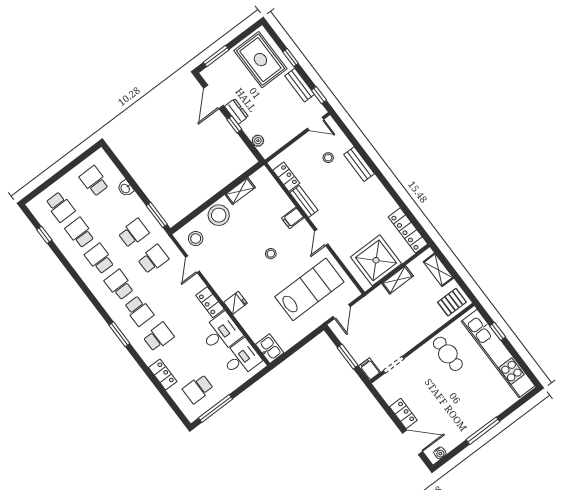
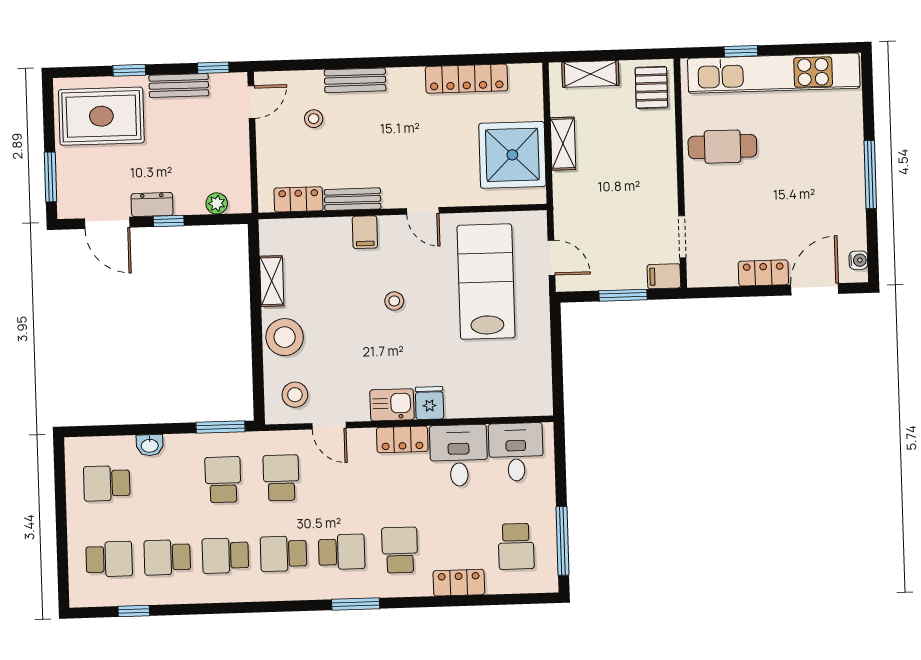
locker: (408, 230) -> (467, 79), moved
kitchen sink: (270, 349) -> (392, 405), moved

